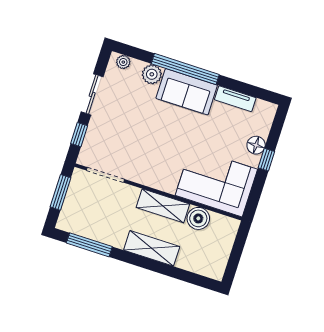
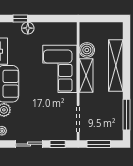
window: (266, 160) -> (20, 18), moved
corner sofa: (216, 182) -> (60, 69), moved
shelving: (152, 248) -> (116, 66), width x1.47

